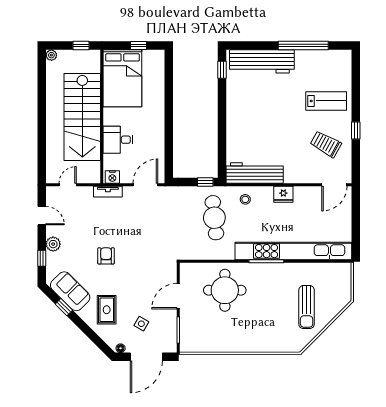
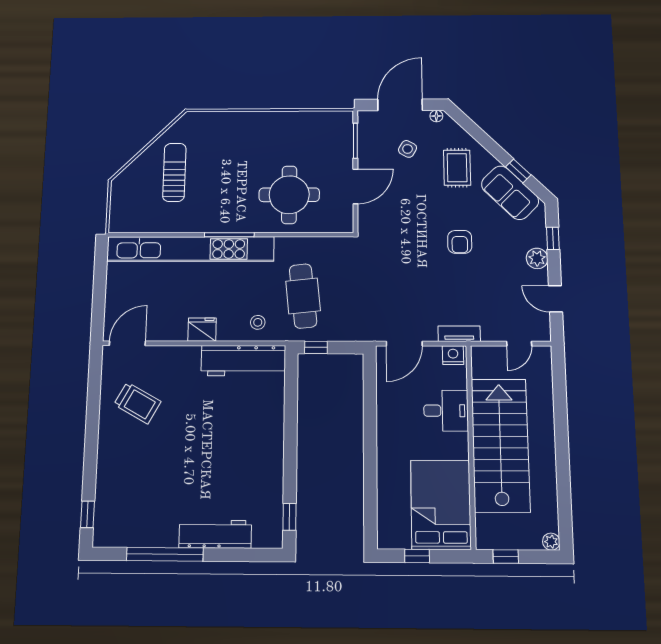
workbench: (262, 61) -> (215, 534), width x0.73, depth x0.76
lab bench: (326, 101) -> (134, 468), removed
window: (356, 130) -> (88, 514), moved

